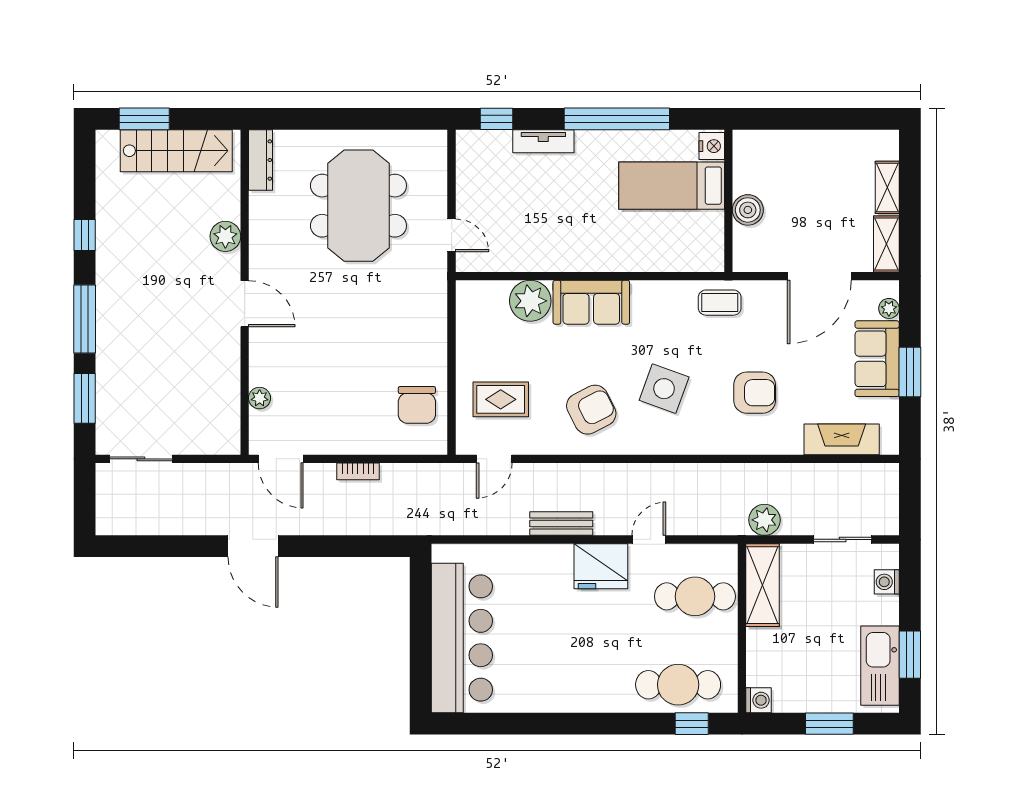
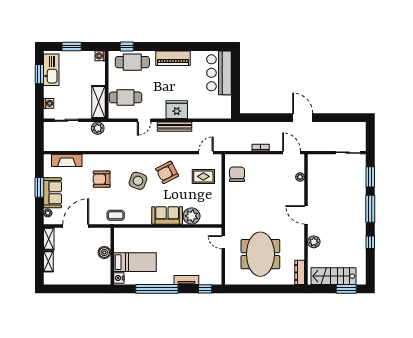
bench: (561, 523) -> (175, 127), width x1.36
fridge: (601, 566) -> (177, 110), moved
bar counter: (462, 638) -> (219, 73), width x0.73
piano: (577, 694) -> (173, 58), added

